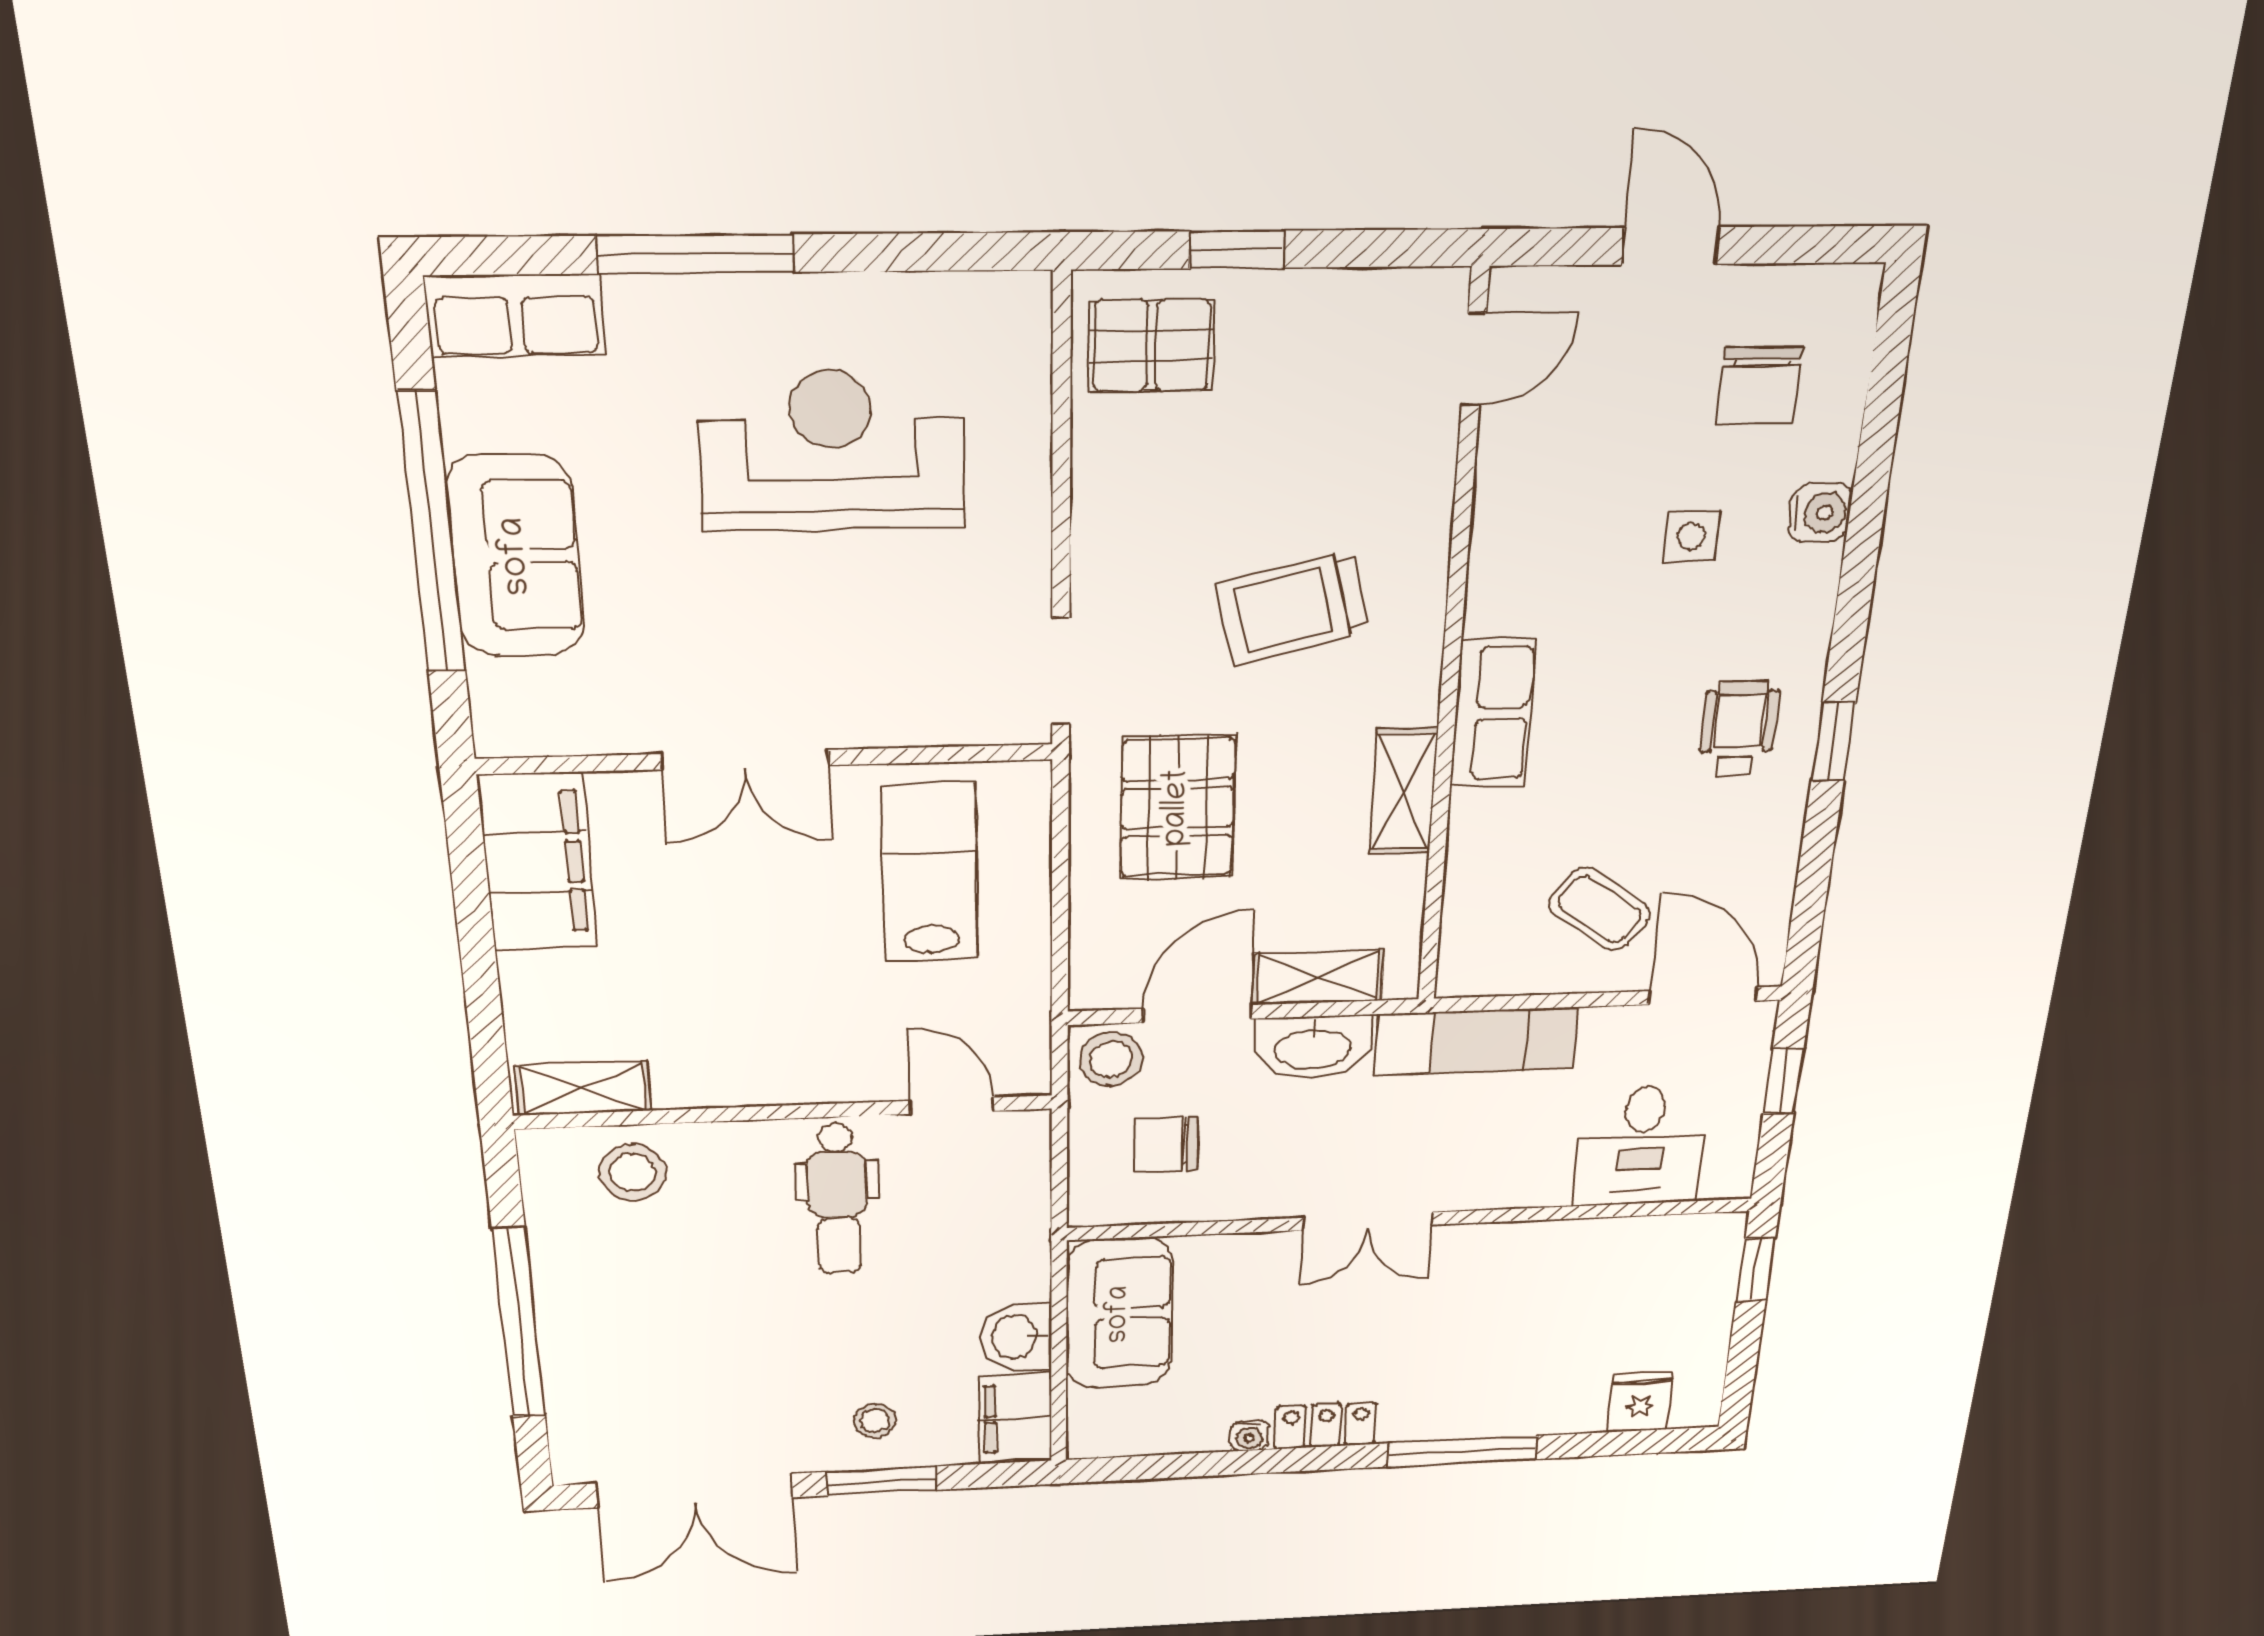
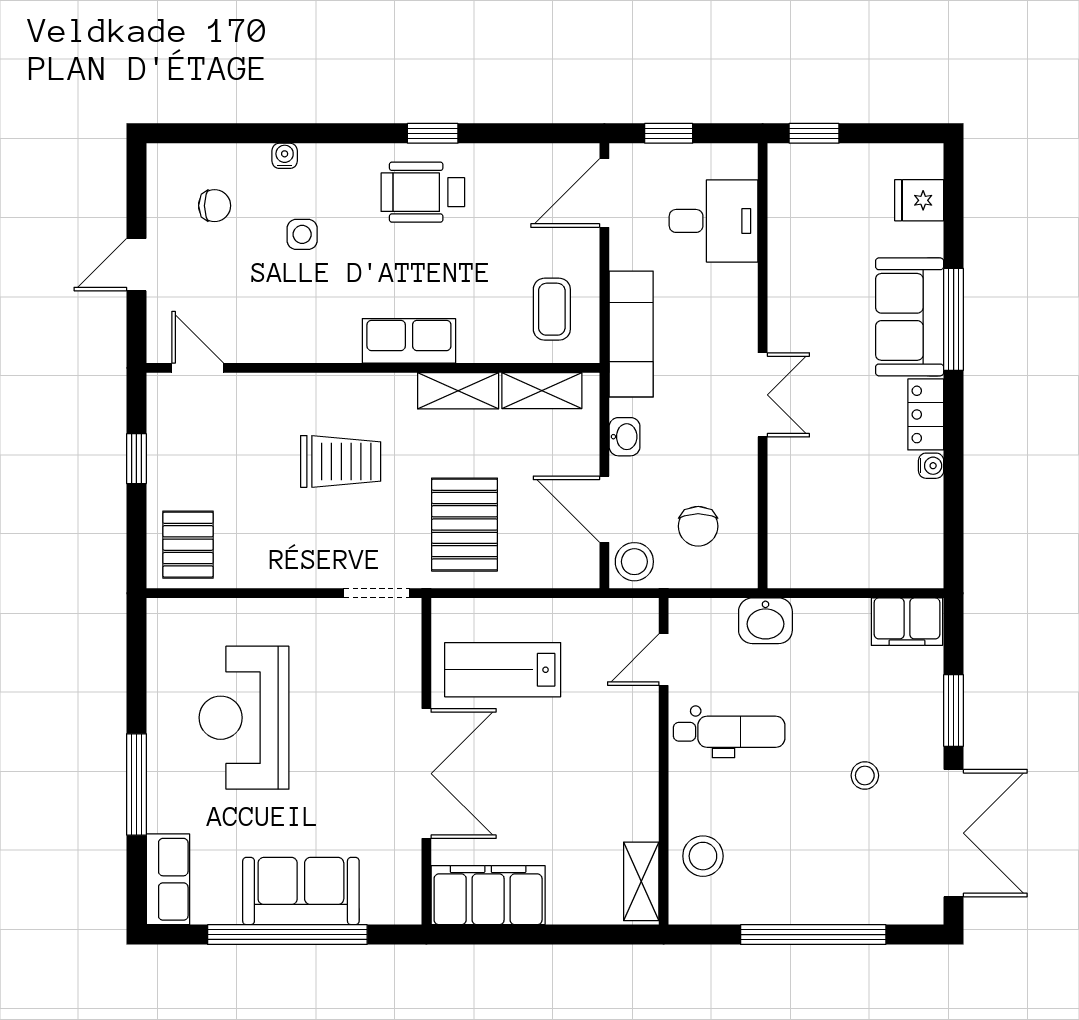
window: (1237, 250) -> (136, 459), moved
chair: (1759, 385) -> (215, 206), width x0.73, depth x0.73
water cooler: (1820, 513) -> (285, 156), width x0.72, depth x0.72
trolley: (1293, 608) -> (341, 461), turned -76
wheelchair: (1739, 729) -> (423, 192), width x1.36, depth x1.37
double door: (745, 760) -> (426, 774), width x1.37
pallet: (1177, 808) -> (465, 525), turned 90
coffee table: (1600, 909) -> (552, 309), moved, turned -36
shelving: (1318, 977) -> (542, 391), moved, turned 90
washbasin: (1313, 1048) -> (625, 437), width x0.52, depth x0.69
sofa: (1119, 1314) -> (910, 317), moved, turned -90
washbasin: (1016, 1337) -> (765, 621), moved
stool: (875, 1421) -> (865, 775), moved

